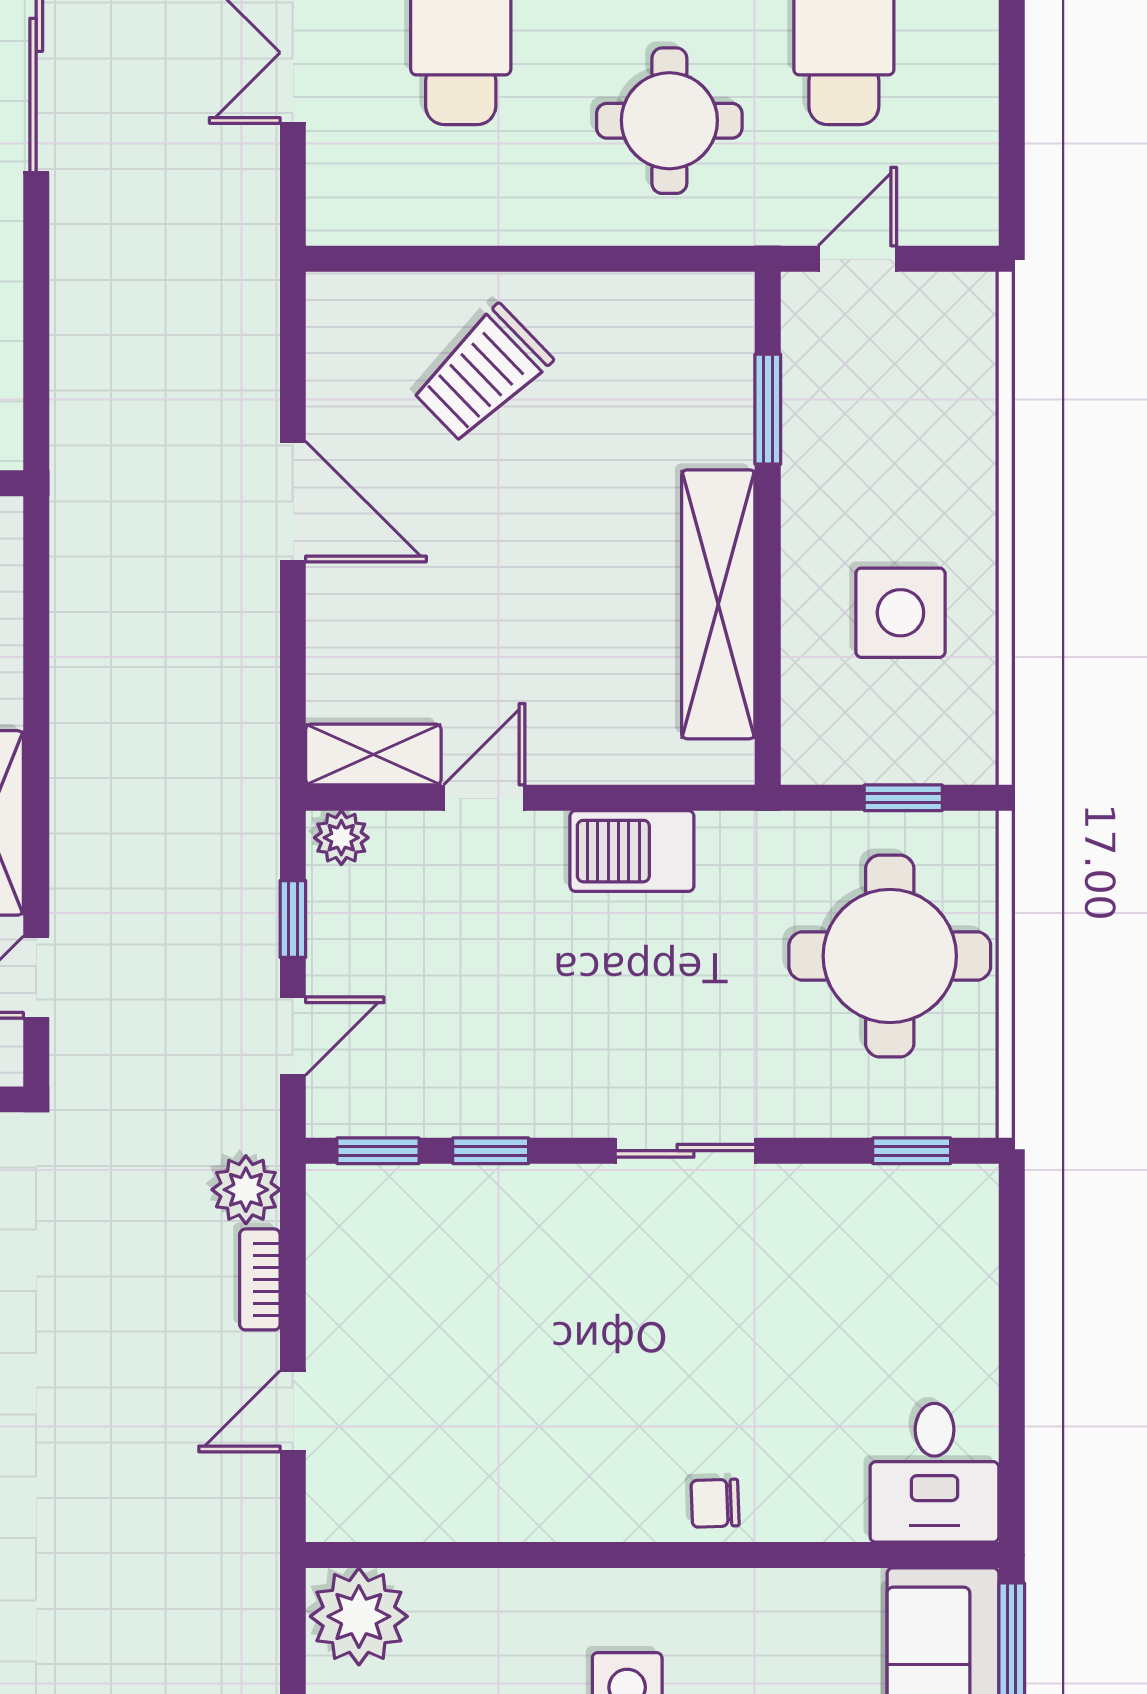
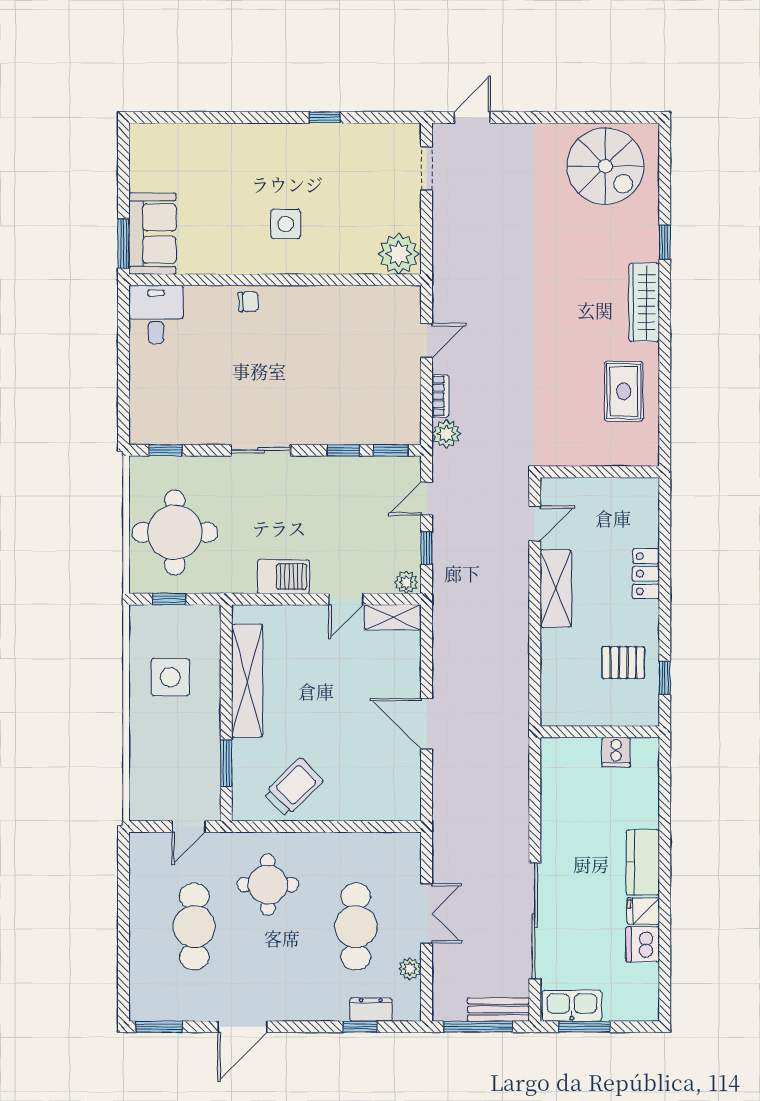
trolley: (482, 374) -> (293, 787), moved

